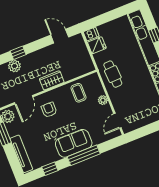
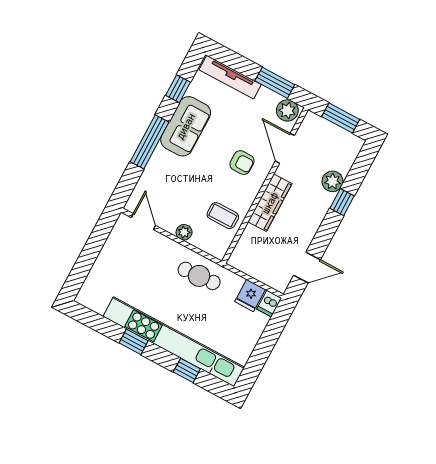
wardrobe: (52, 80) -> (270, 203), width x1.50
sofa: (74, 143) -> (186, 126), moved

